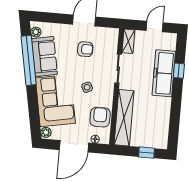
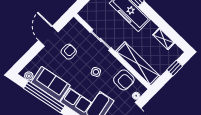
shelving: (128, 41) -> (164, 39), moved
armchair: (100, 117) -> (124, 80), turned 180

